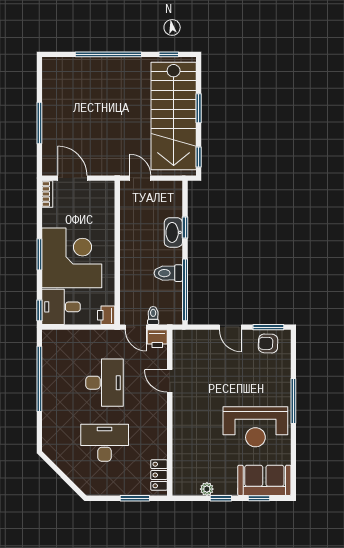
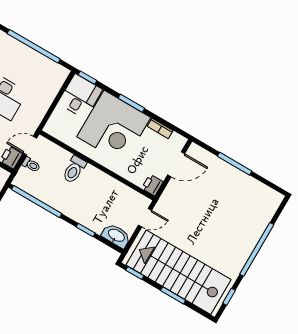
bookcase: (47, 194) -> (160, 128), moved
washbasin: (173, 232) -> (116, 236), moved
toilet: (168, 273) -> (74, 170), moved, turned 180
printer: (106, 315) -> (152, 185), moved, turned -90

